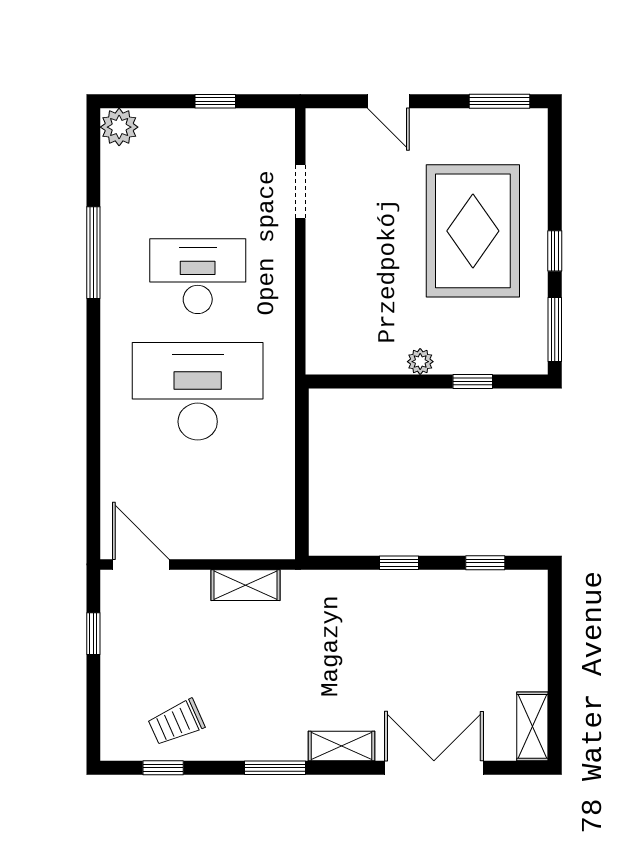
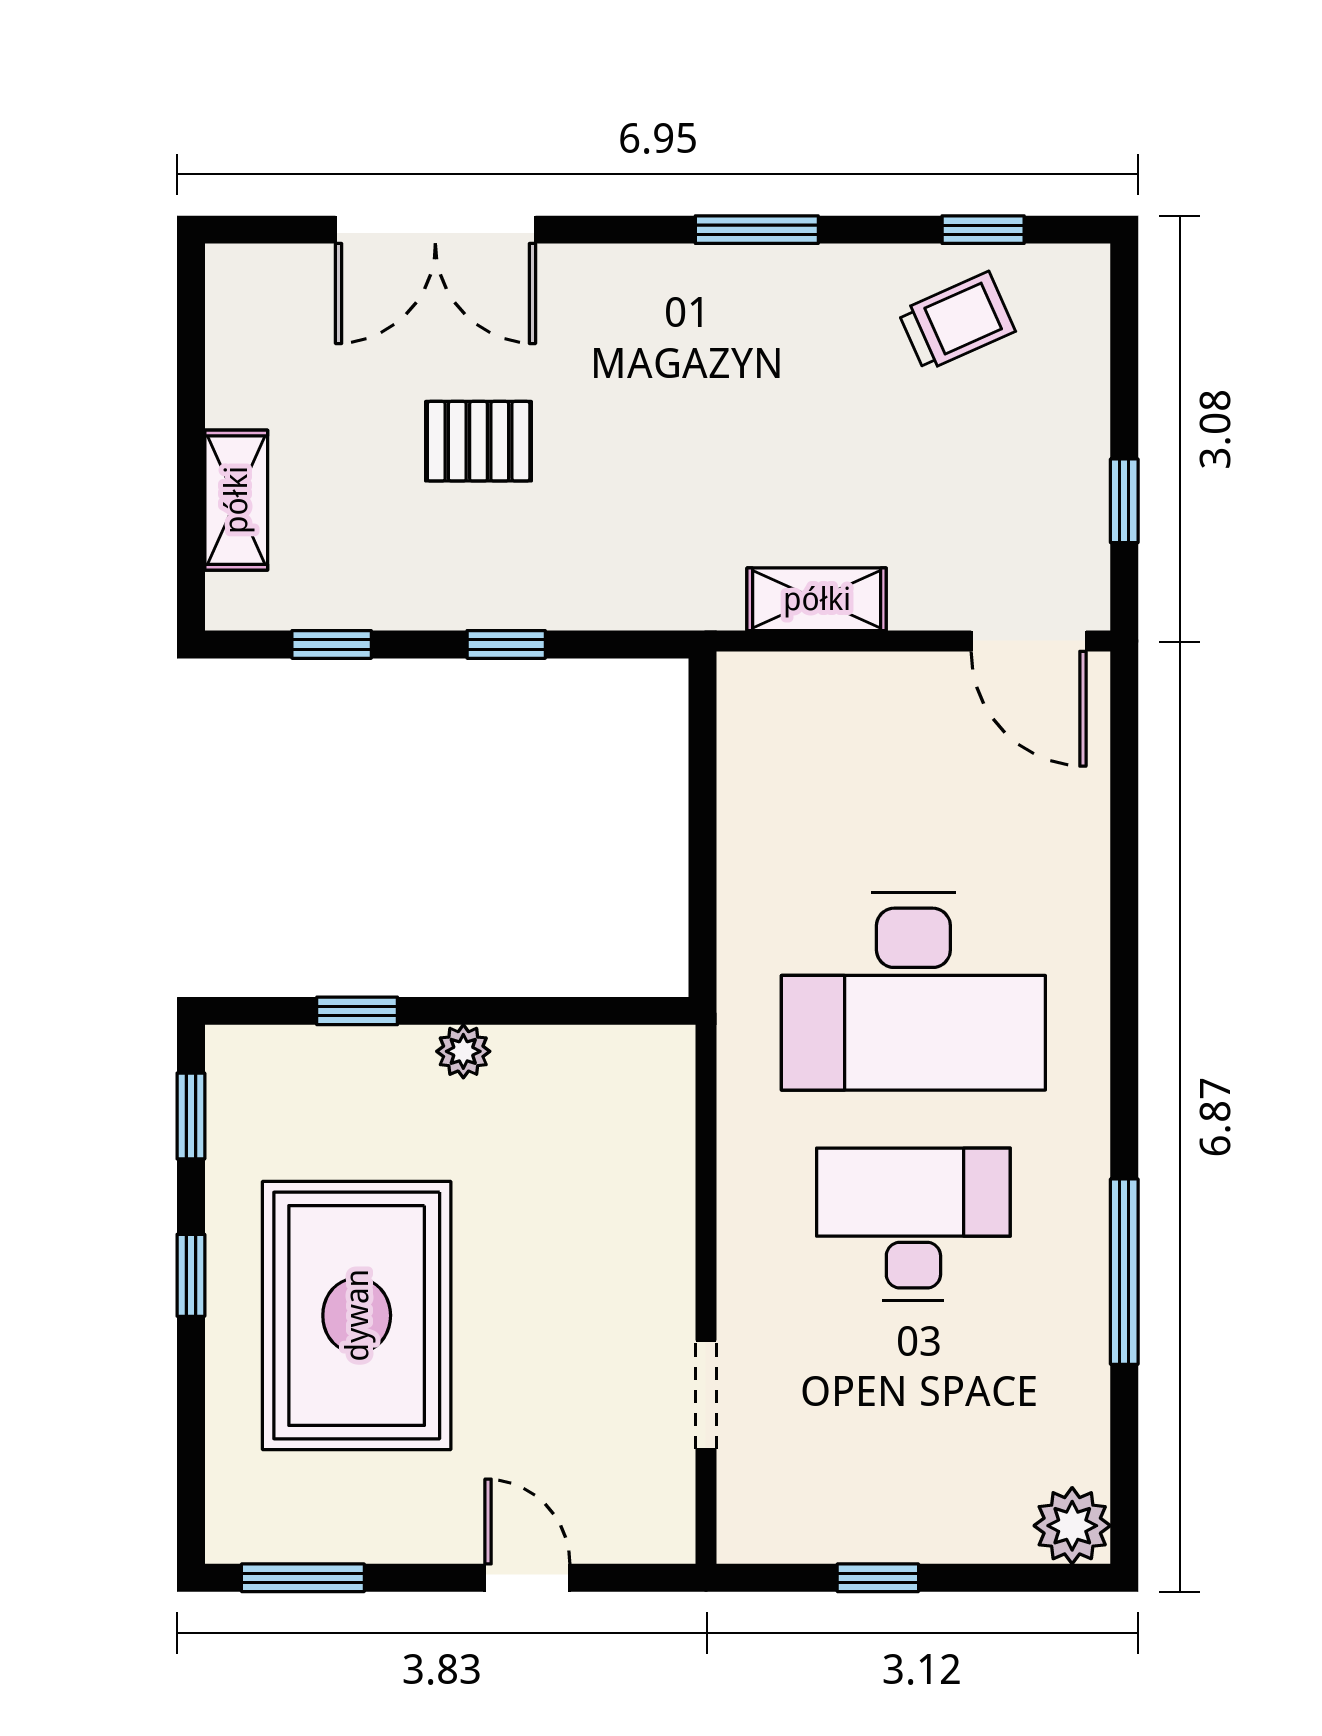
desk: (198, 276) -> (913, 1224), turned 180
window: (555, 330) -> (191, 1116), width x0.67
pallet: (413, 663) -> (479, 441), added
shelving: (532, 726) -> (236, 500), moved
shelving: (342, 746) -> (622, 274), removed

